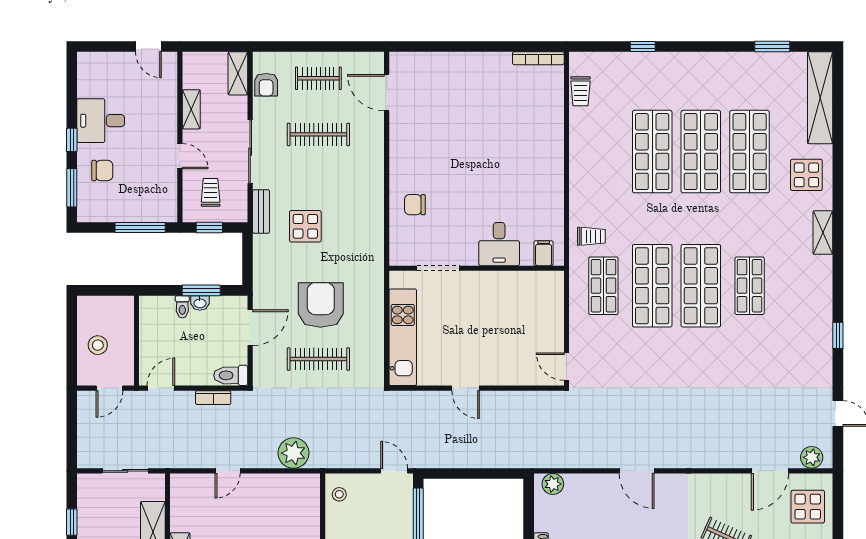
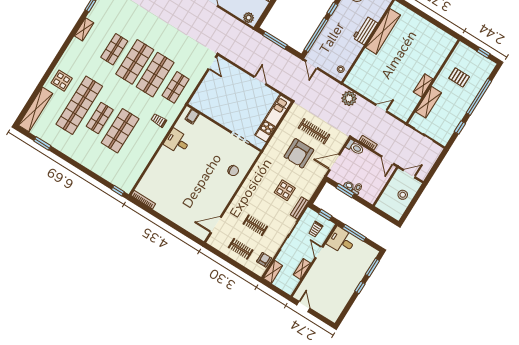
window: (643, 46) -> (118, 191), moved
trolley: (581, 91) -> (134, 175), removed
door: (387, 93) -> (216, 225), swing flipped
desk: (101, 121) -> (341, 241), moved, turned 180
clothes rail: (318, 134) -> (255, 225), width x0.73
shop shelf: (701, 152) -> (100, 118), width x0.70, depth x0.74
shop shelf: (750, 152) -> (79, 105), width x1.40
chair: (102, 171) -> (355, 267), removed
shelving: (823, 233) -> (84, 29), moved
trolley: (591, 236) -> (159, 120), moved
desk: (499, 244) -> (177, 142), moved, turned -90
door: (161, 388) -> (388, 160), hinge flipped
window: (483, 474) -> (275, 40), added

